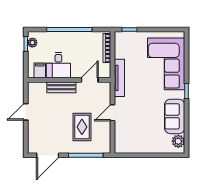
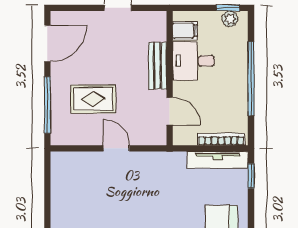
tv unit: (119, 78) -> (218, 160), moved
door: (48, 155) -> (47, 43), swing flipped

